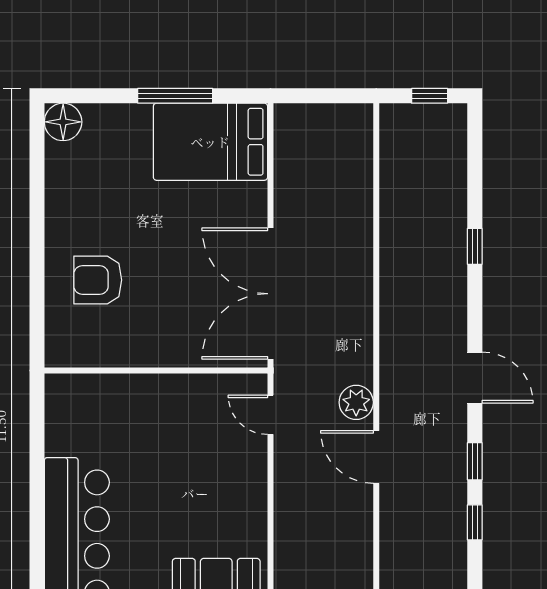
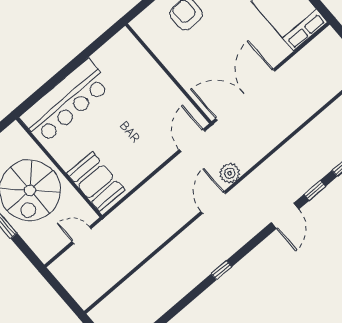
door: (271, 415) -> (192, 140), width x1.38
window: (475, 461) -> (315, 190), moved

